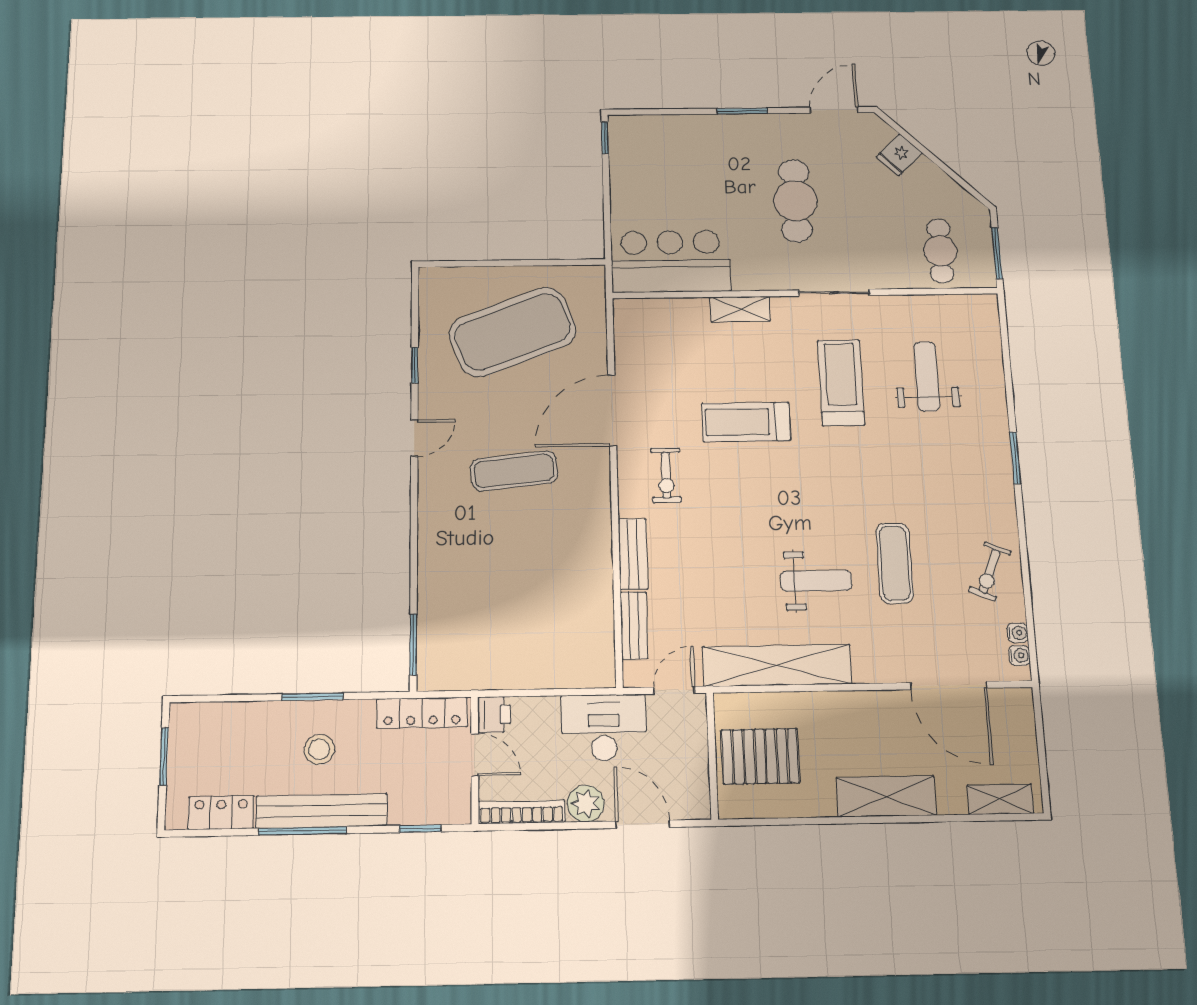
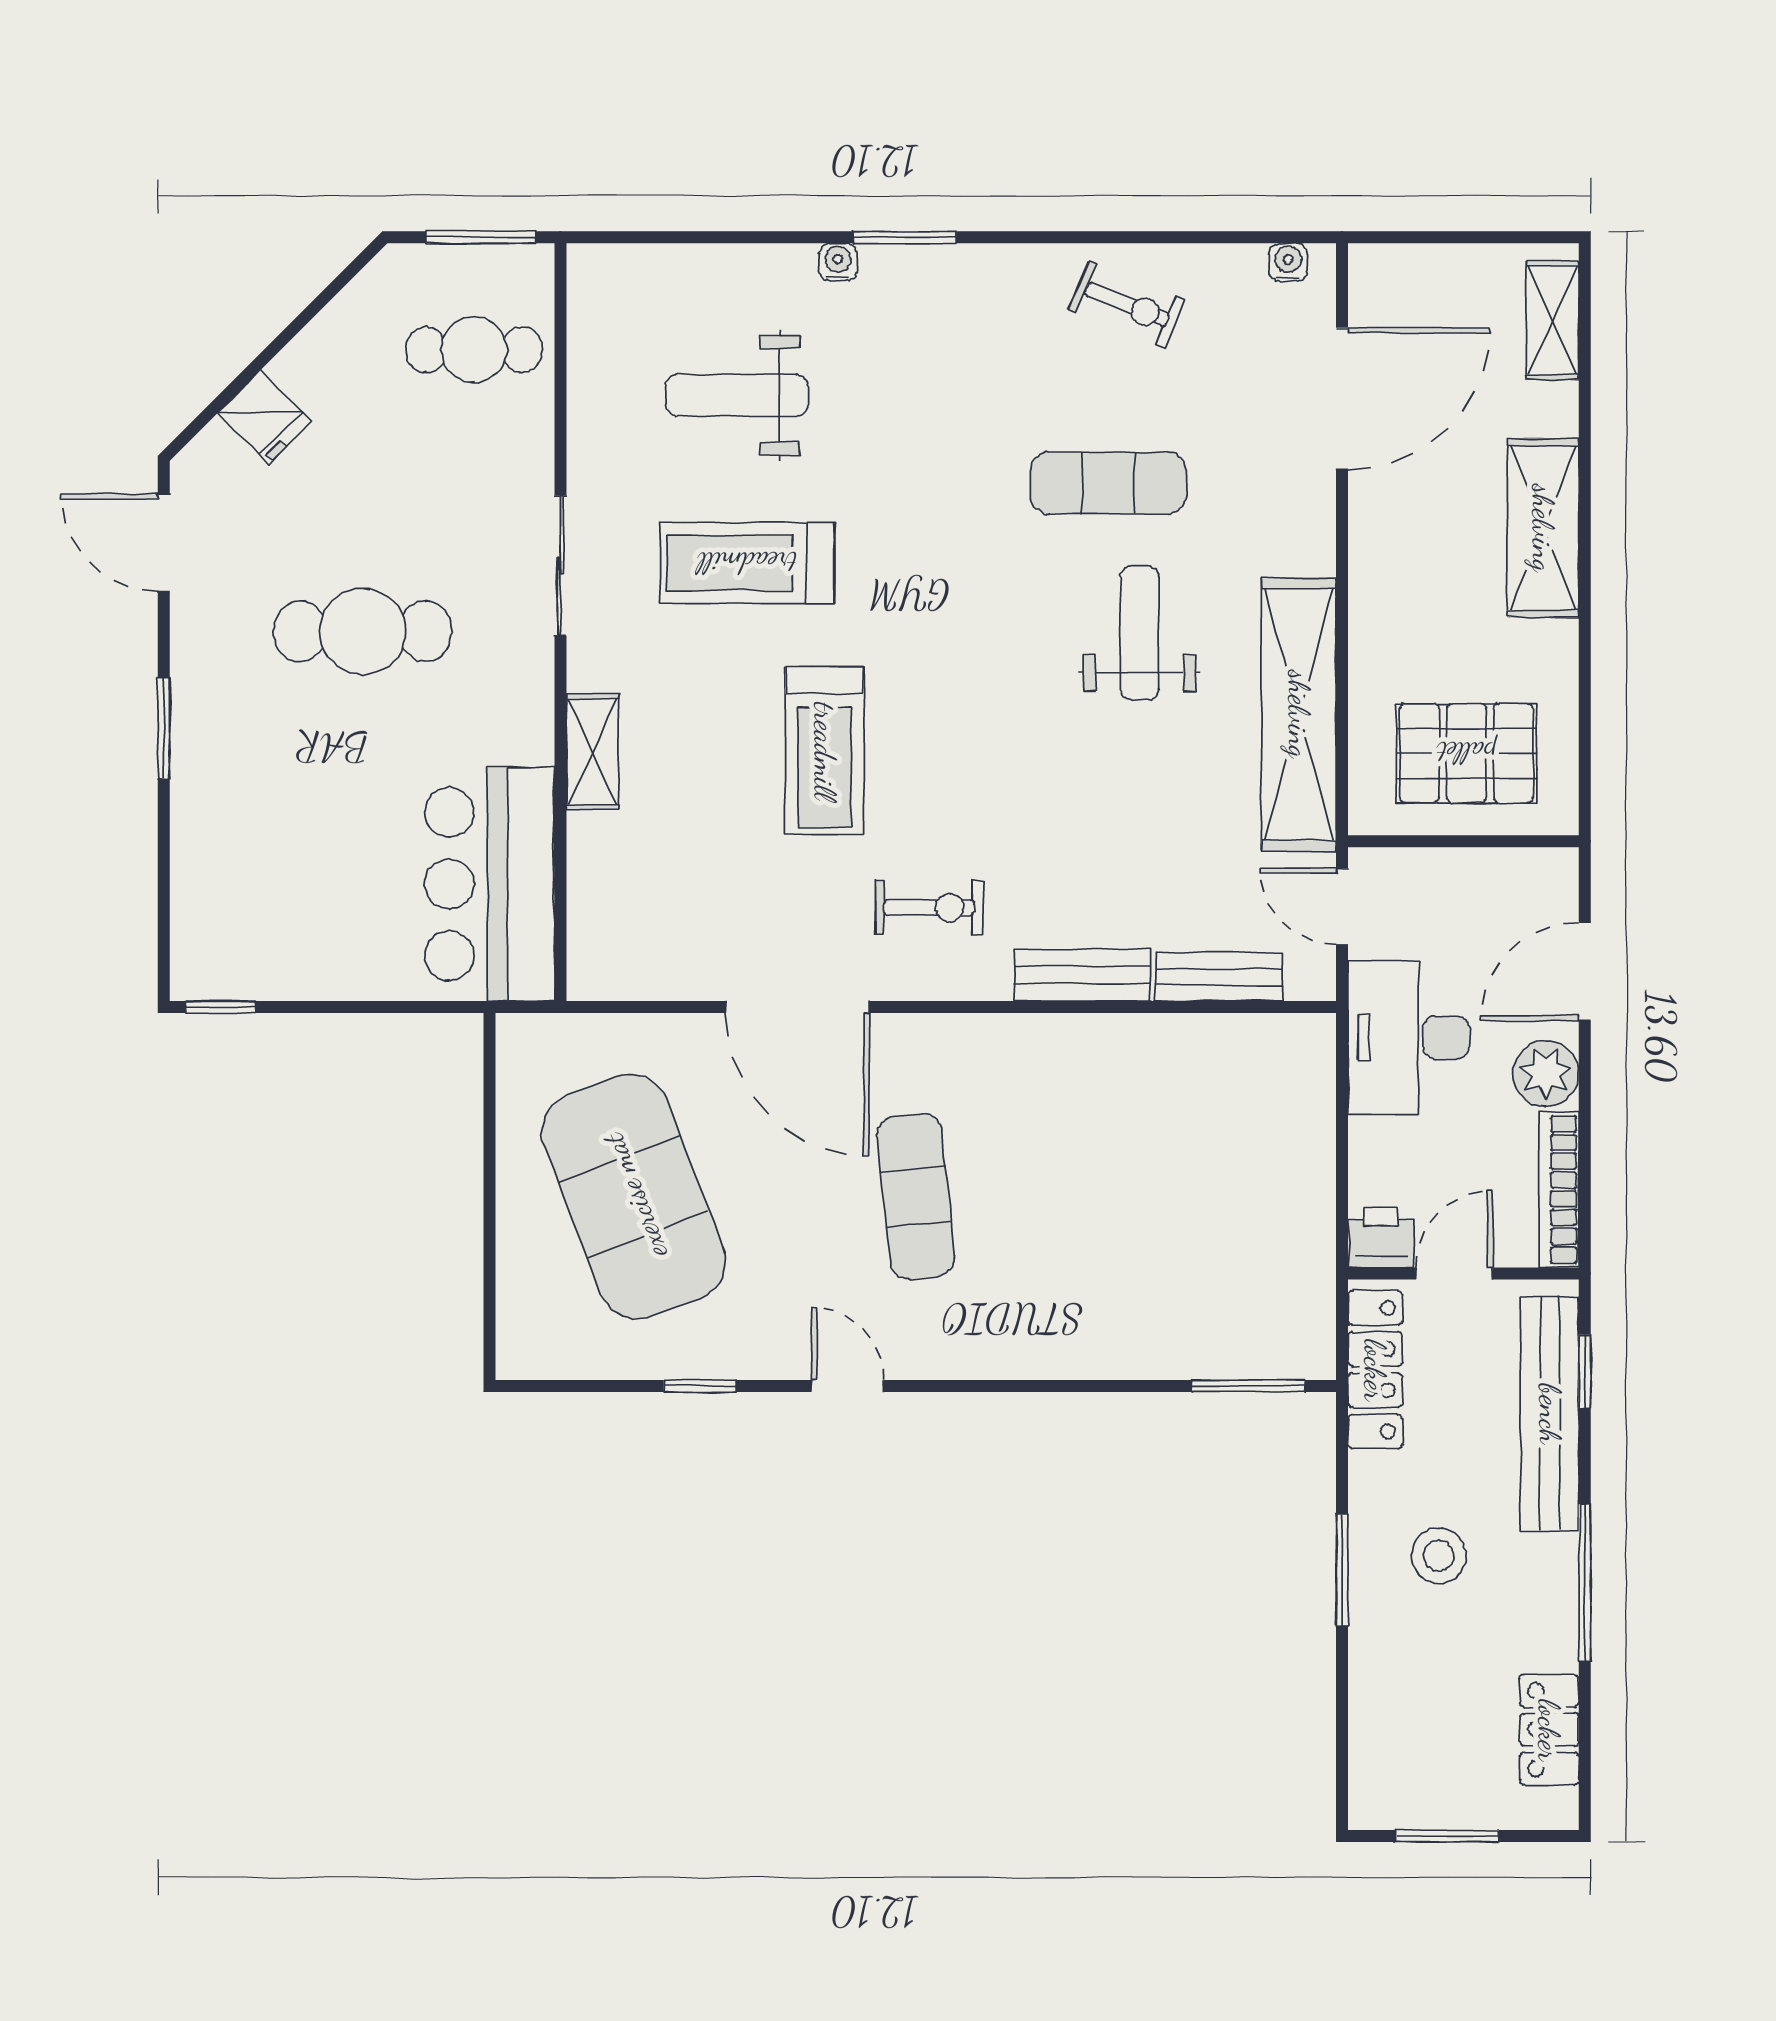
water cooler: (1018, 633) -> (838, 262), moved
pallet: (760, 756) -> (1466, 753), turned 90
bench: (321, 811) -> (1550, 1414), moved

